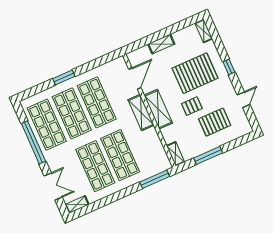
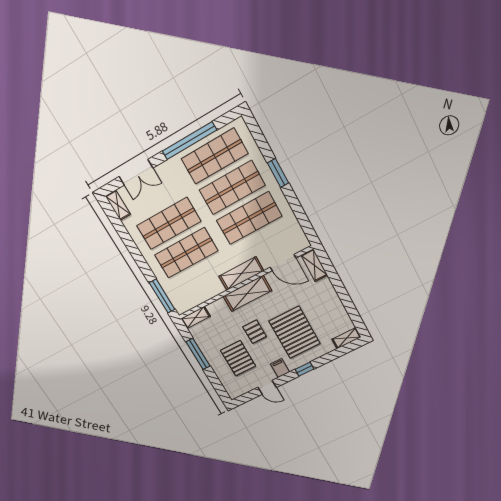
shelving: (161, 44) -> (314, 265), moved
filing cabinet: (226, 87) -> (280, 368), added

